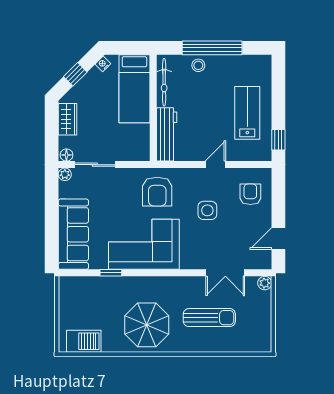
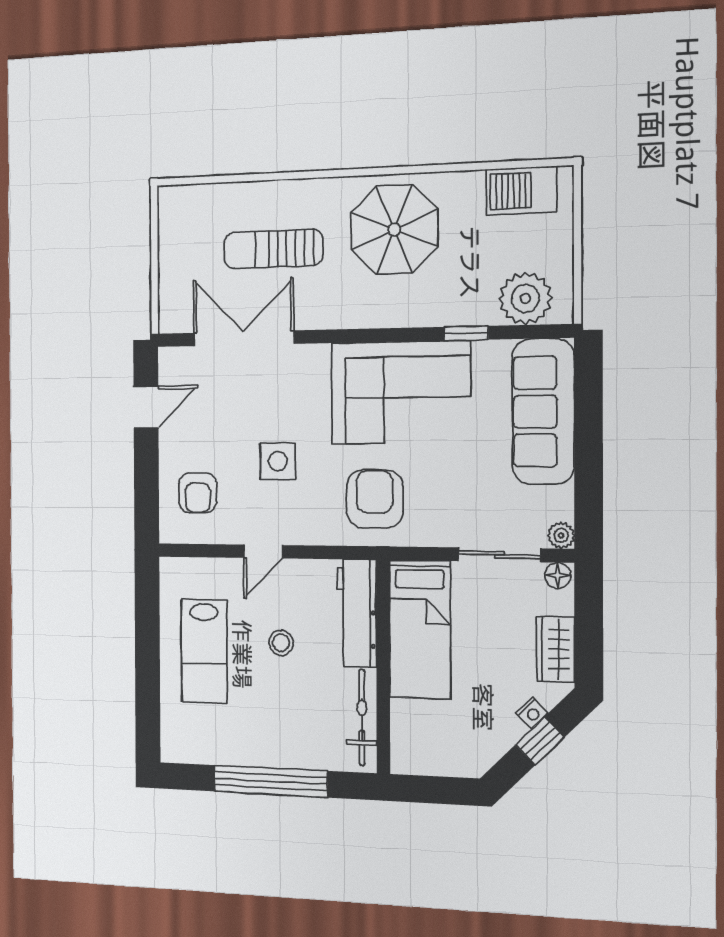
nightstand: (103, 64) -> (532, 713), moved
stool: (198, 65) -> (281, 643), moved
bed: (134, 89) -> (420, 629), moved, turned 180
window: (278, 140) -> (147, 598), removed
double door: (225, 273) -> (243, 338), width x1.37
plant: (265, 283) -> (525, 298), moved, width x1.88, depth x1.88

